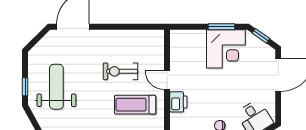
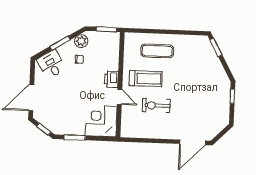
corner desk: (226, 49) -> (101, 121), moved
exercise bike: (121, 71) -> (156, 105), turned 180
weight bench: (56, 87) -> (208, 95), removed

